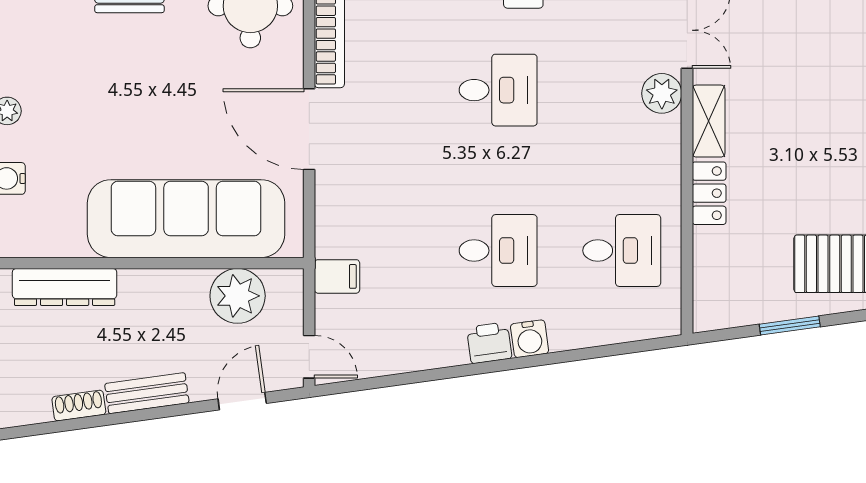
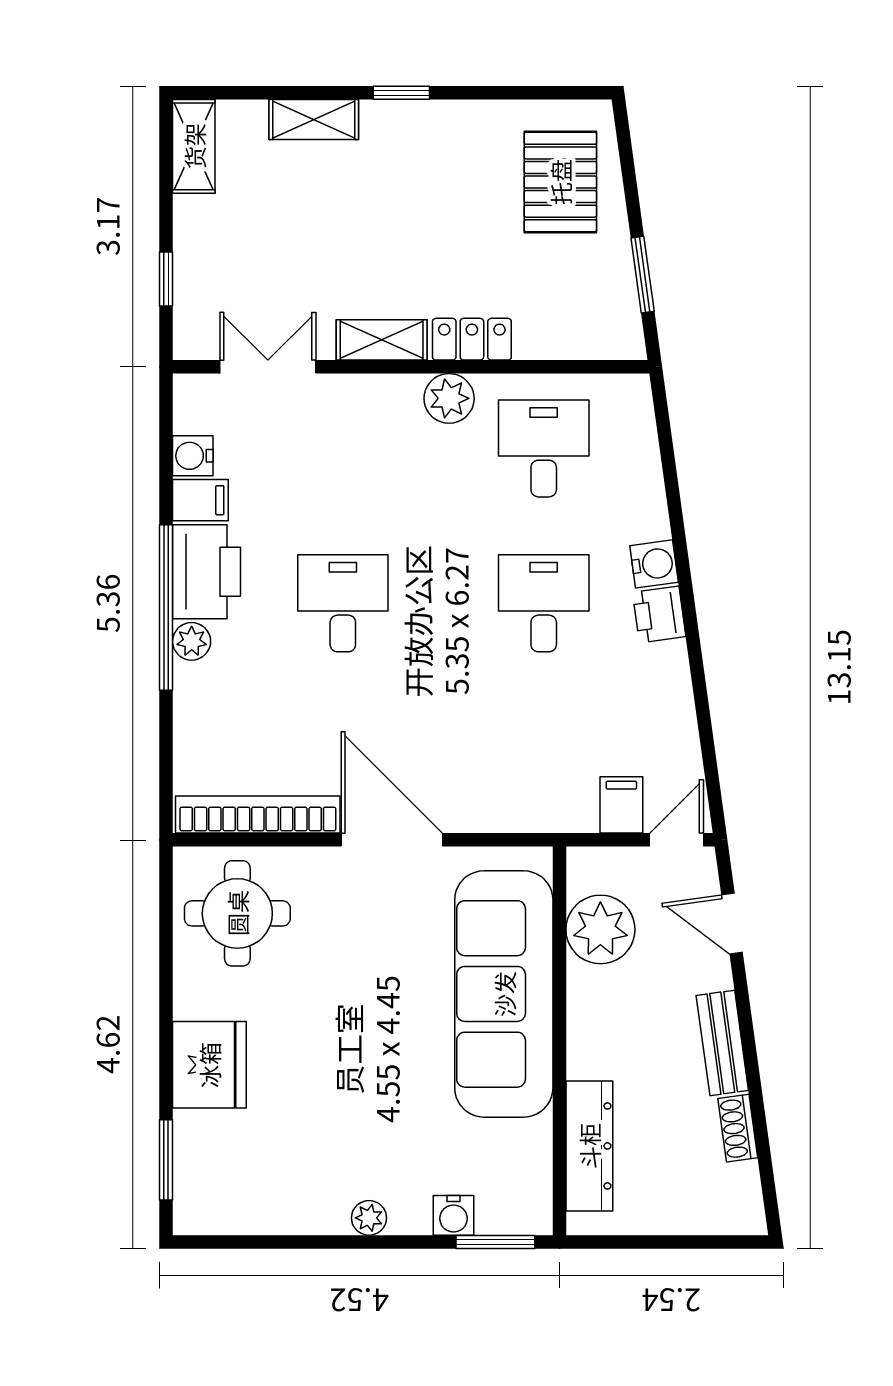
plant: (662, 93) -> (449, 398), moved
door: (309, 129) -> (392, 840), swing flipped
filing cabinet: (337, 276) -> (621, 805), moved
window: (790, 326) -> (643, 275), moved

